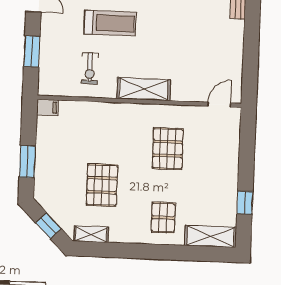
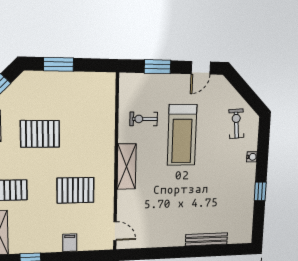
treadmill: (110, 23) -> (182, 135), width x1.37, depth x1.38
filing cabinet: (47, 107) -> (70, 243), moved, turned 180

